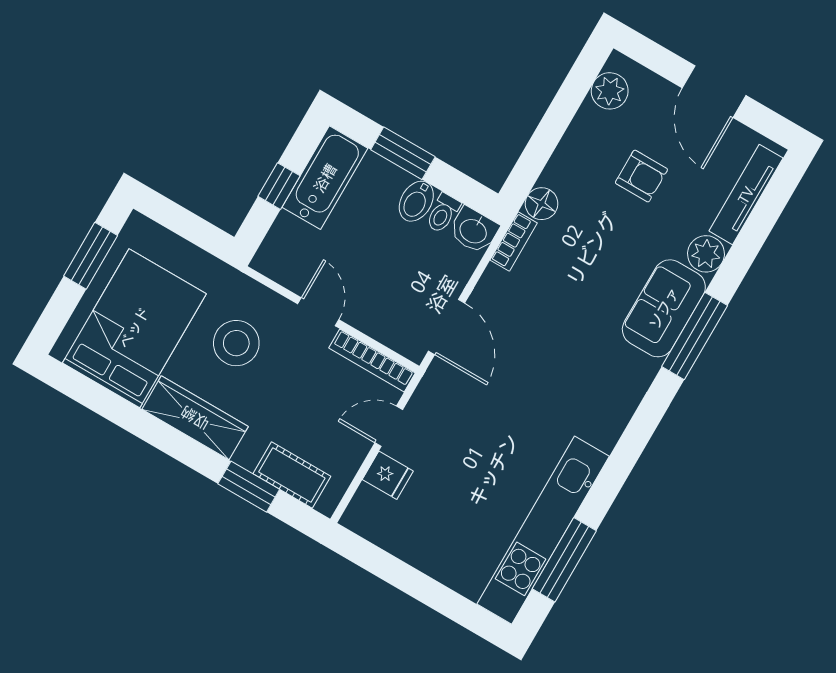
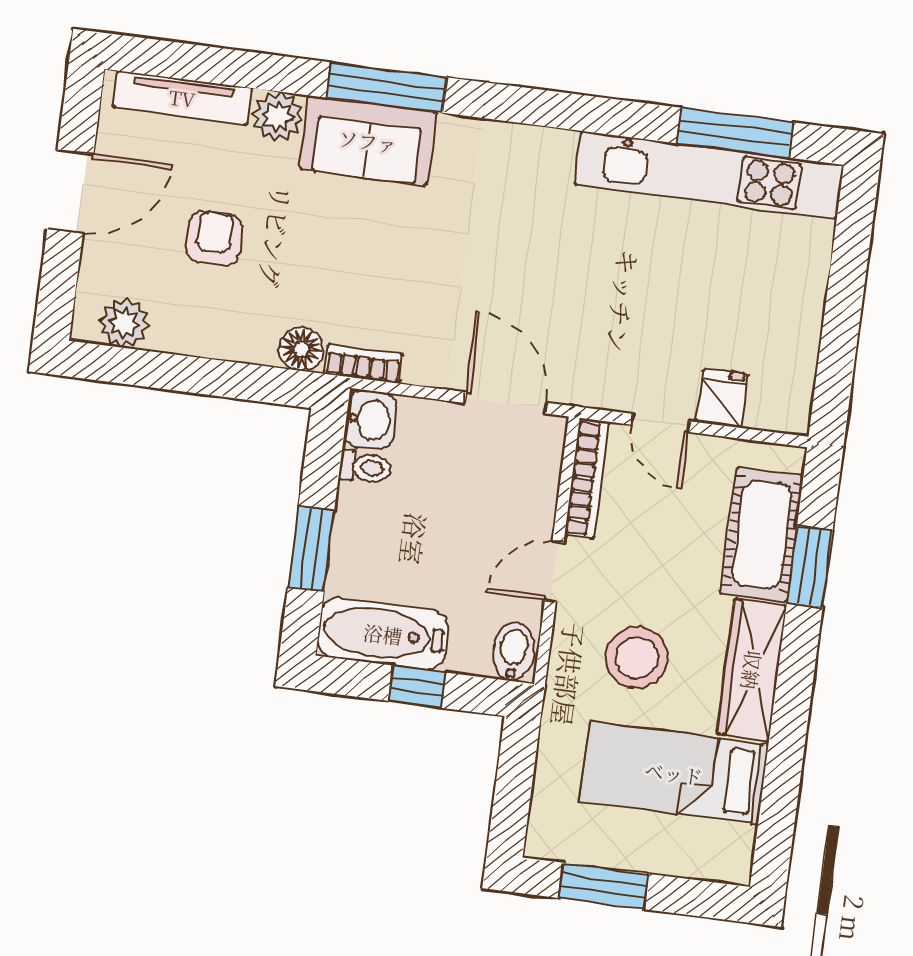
bidet: (416, 201) -> (514, 652), moved, turned -90
door: (447, 327) -> (506, 403), hinge flipped
bed: (134, 328) -> (674, 773), width x0.67
cot: (292, 475) -> (762, 535), width x1.37, depth x1.34

